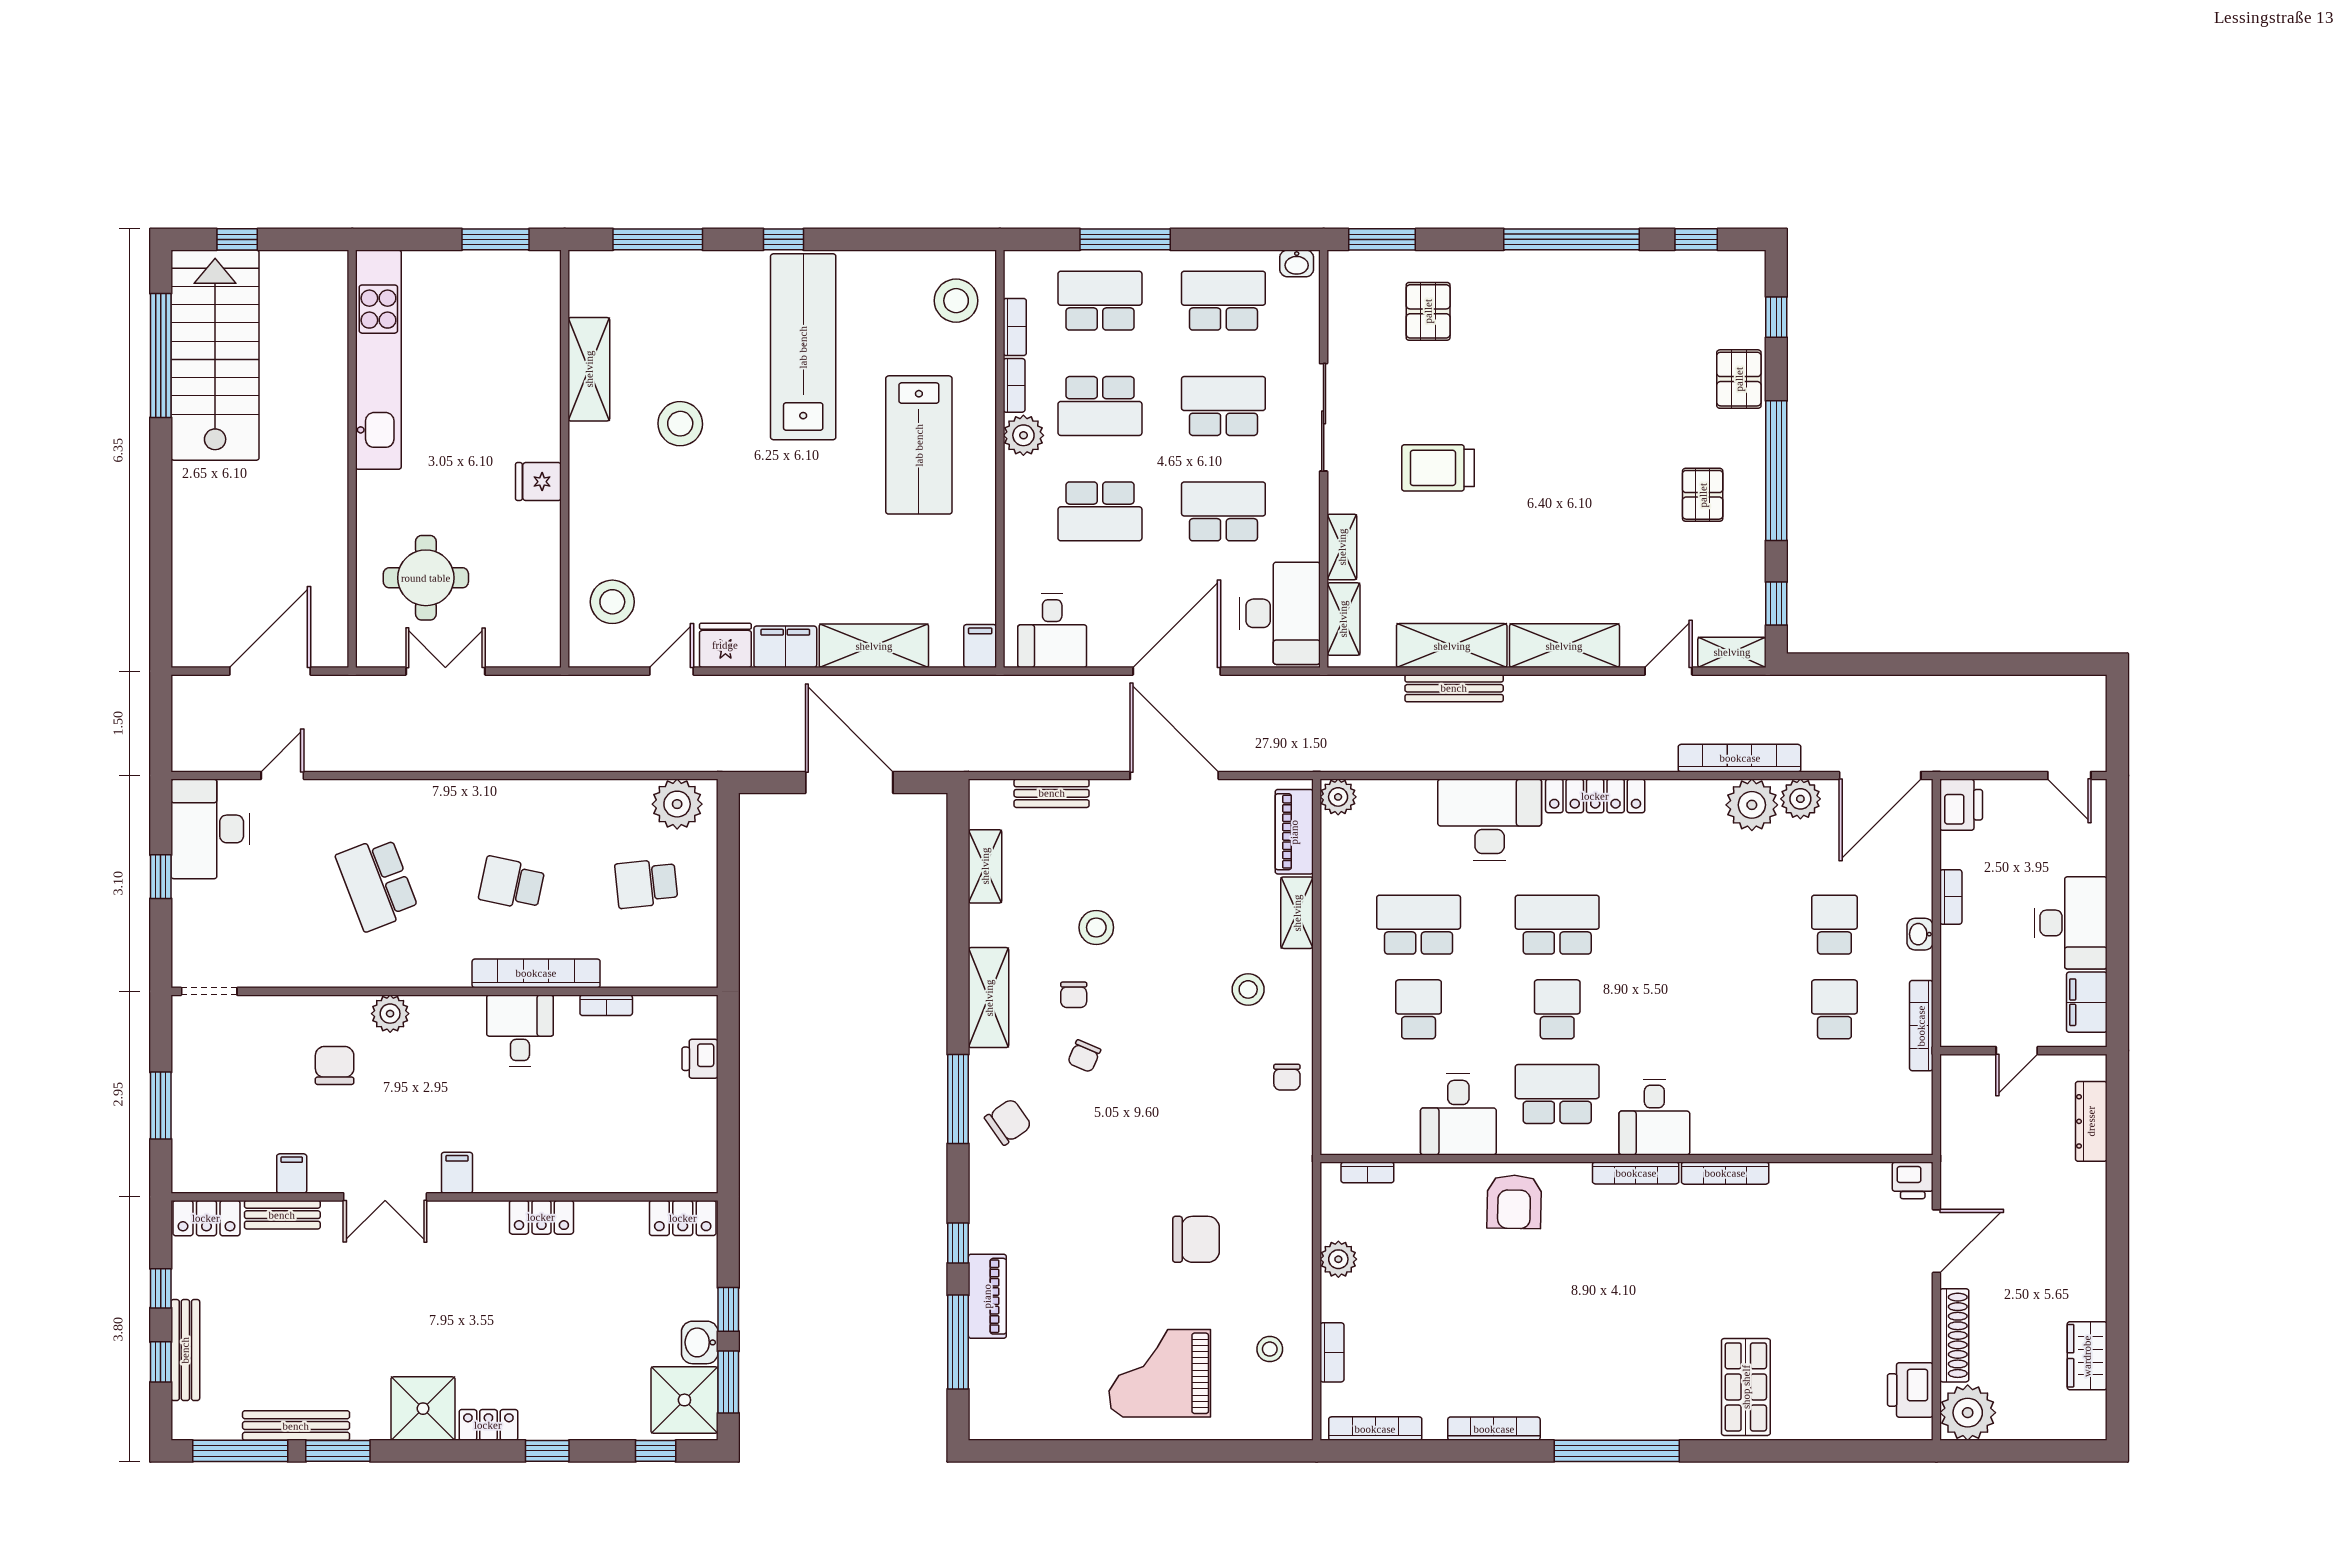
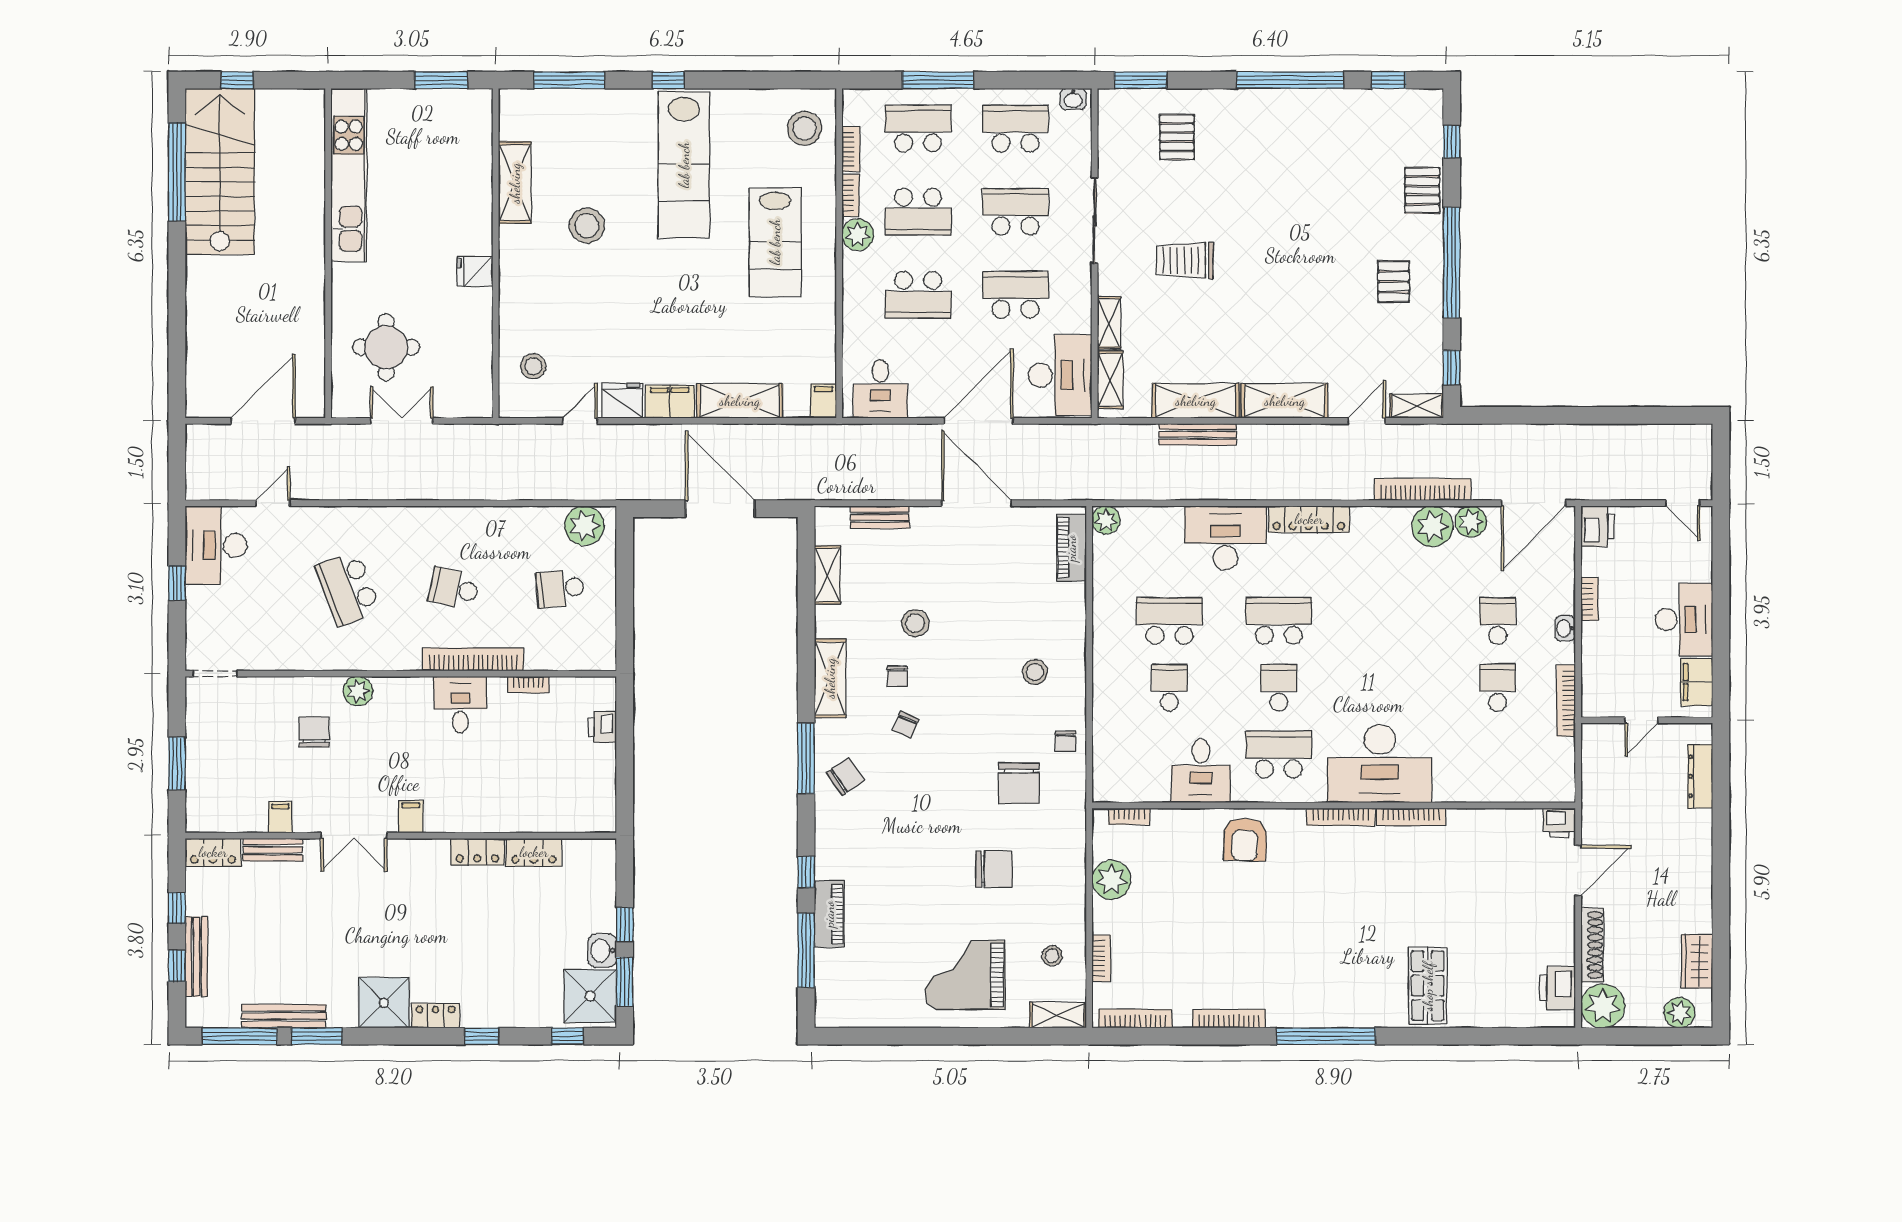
lab bench: (803, 347) -> (684, 165), turned 180
stool: (612, 602) -> (533, 366), width x0.73, depth x0.73
shelving: (1297, 913) -> (1058, 1015), moved, turned 90
desk: (1654, 1117) -> (1380, 764), width x1.87, depth x1.30
chair: (1228, 1130) -> (1019, 783), added
locker: (683, 1218) -> (534, 852), moved
plant: (1338, 1259) -> (1111, 880), width x1.36, depth x1.36
plant: (2065, 1421) -> (1679, 1013), added

